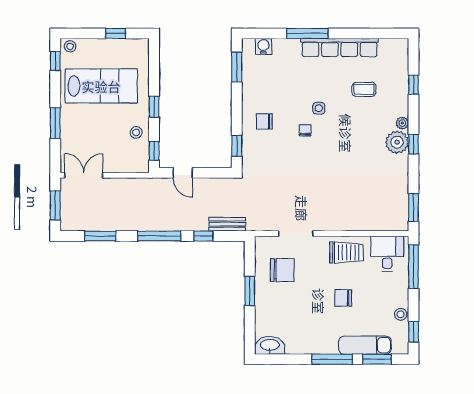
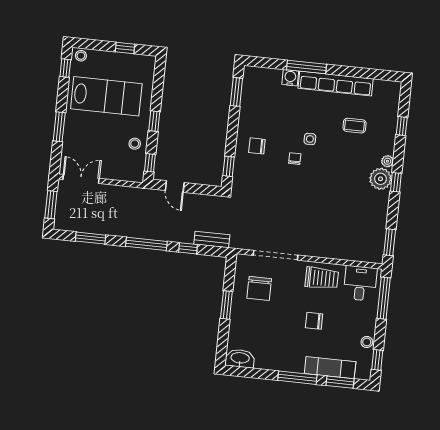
water cooler: (264, 46) -> (290, 78), moved
doorway: (296, 234) -> (276, 255), width x1.36
chair: (282, 270) -> (259, 288), turned 90

